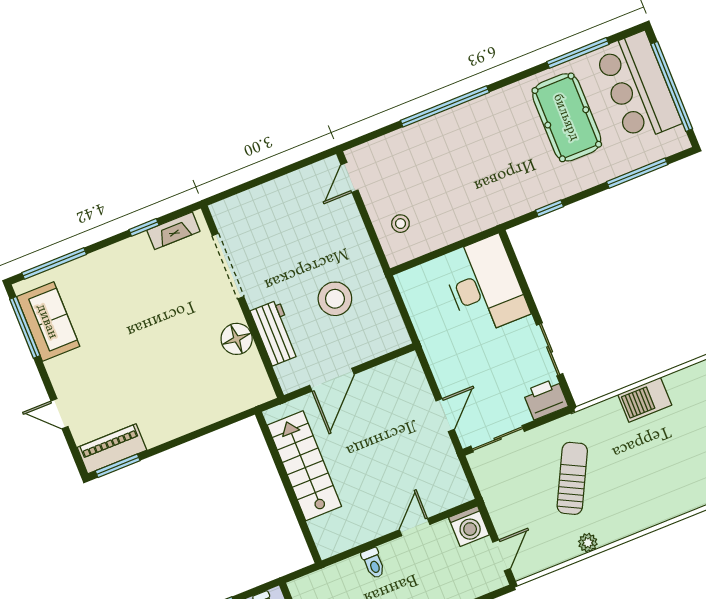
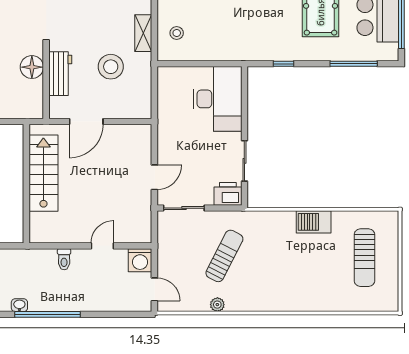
shelving: (359, 240) -> (143, 33), added
barbecue: (645, 400) -> (314, 222), moved
door: (501, 555) -> (154, 289), hinge flipped

